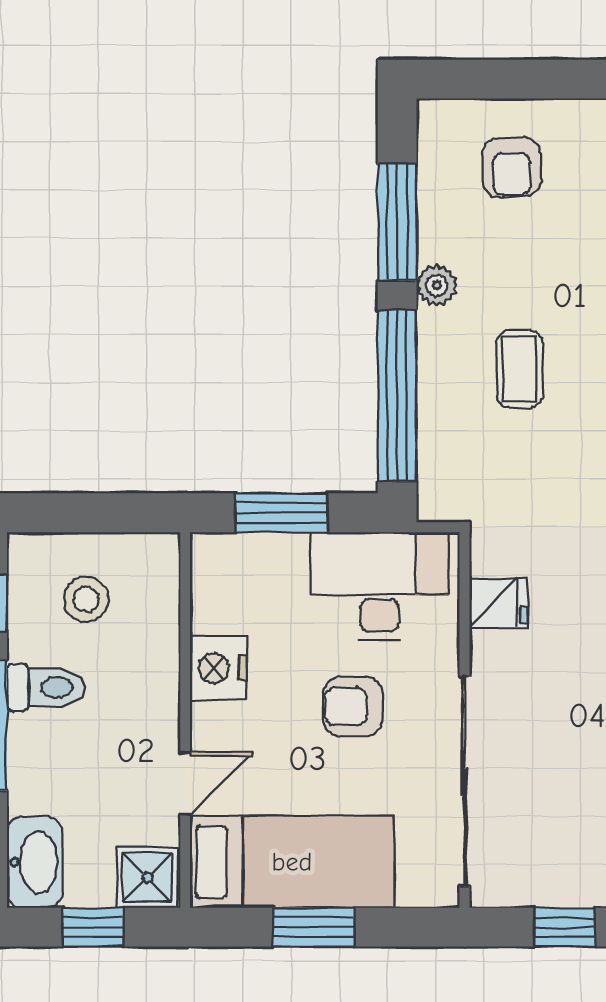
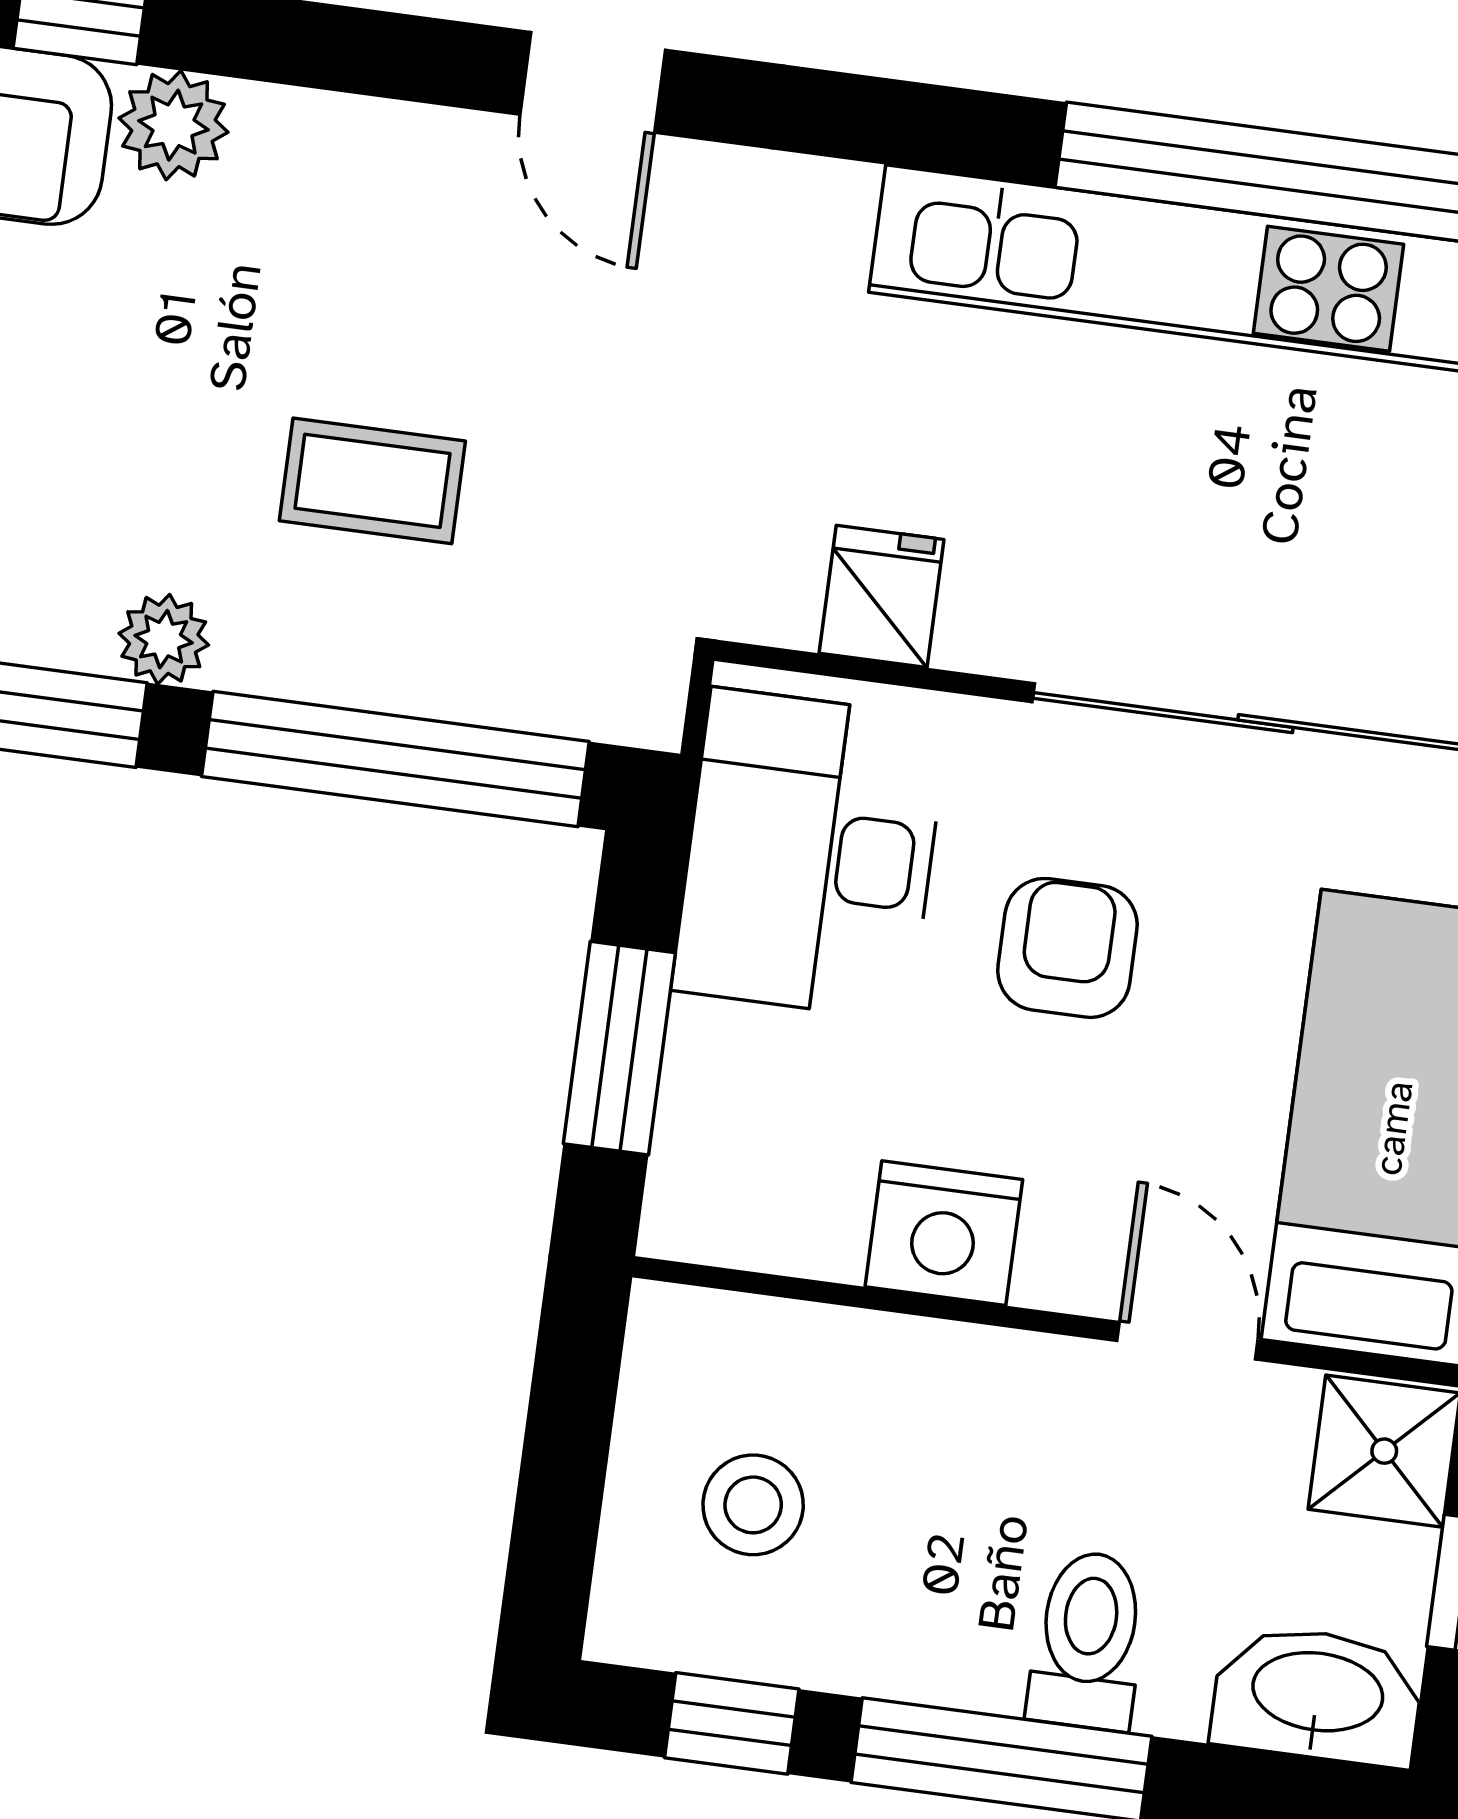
toilet: (46, 687) -> (1088, 1640), moved
armchair: (353, 706) -> (1067, 948), turned 180

